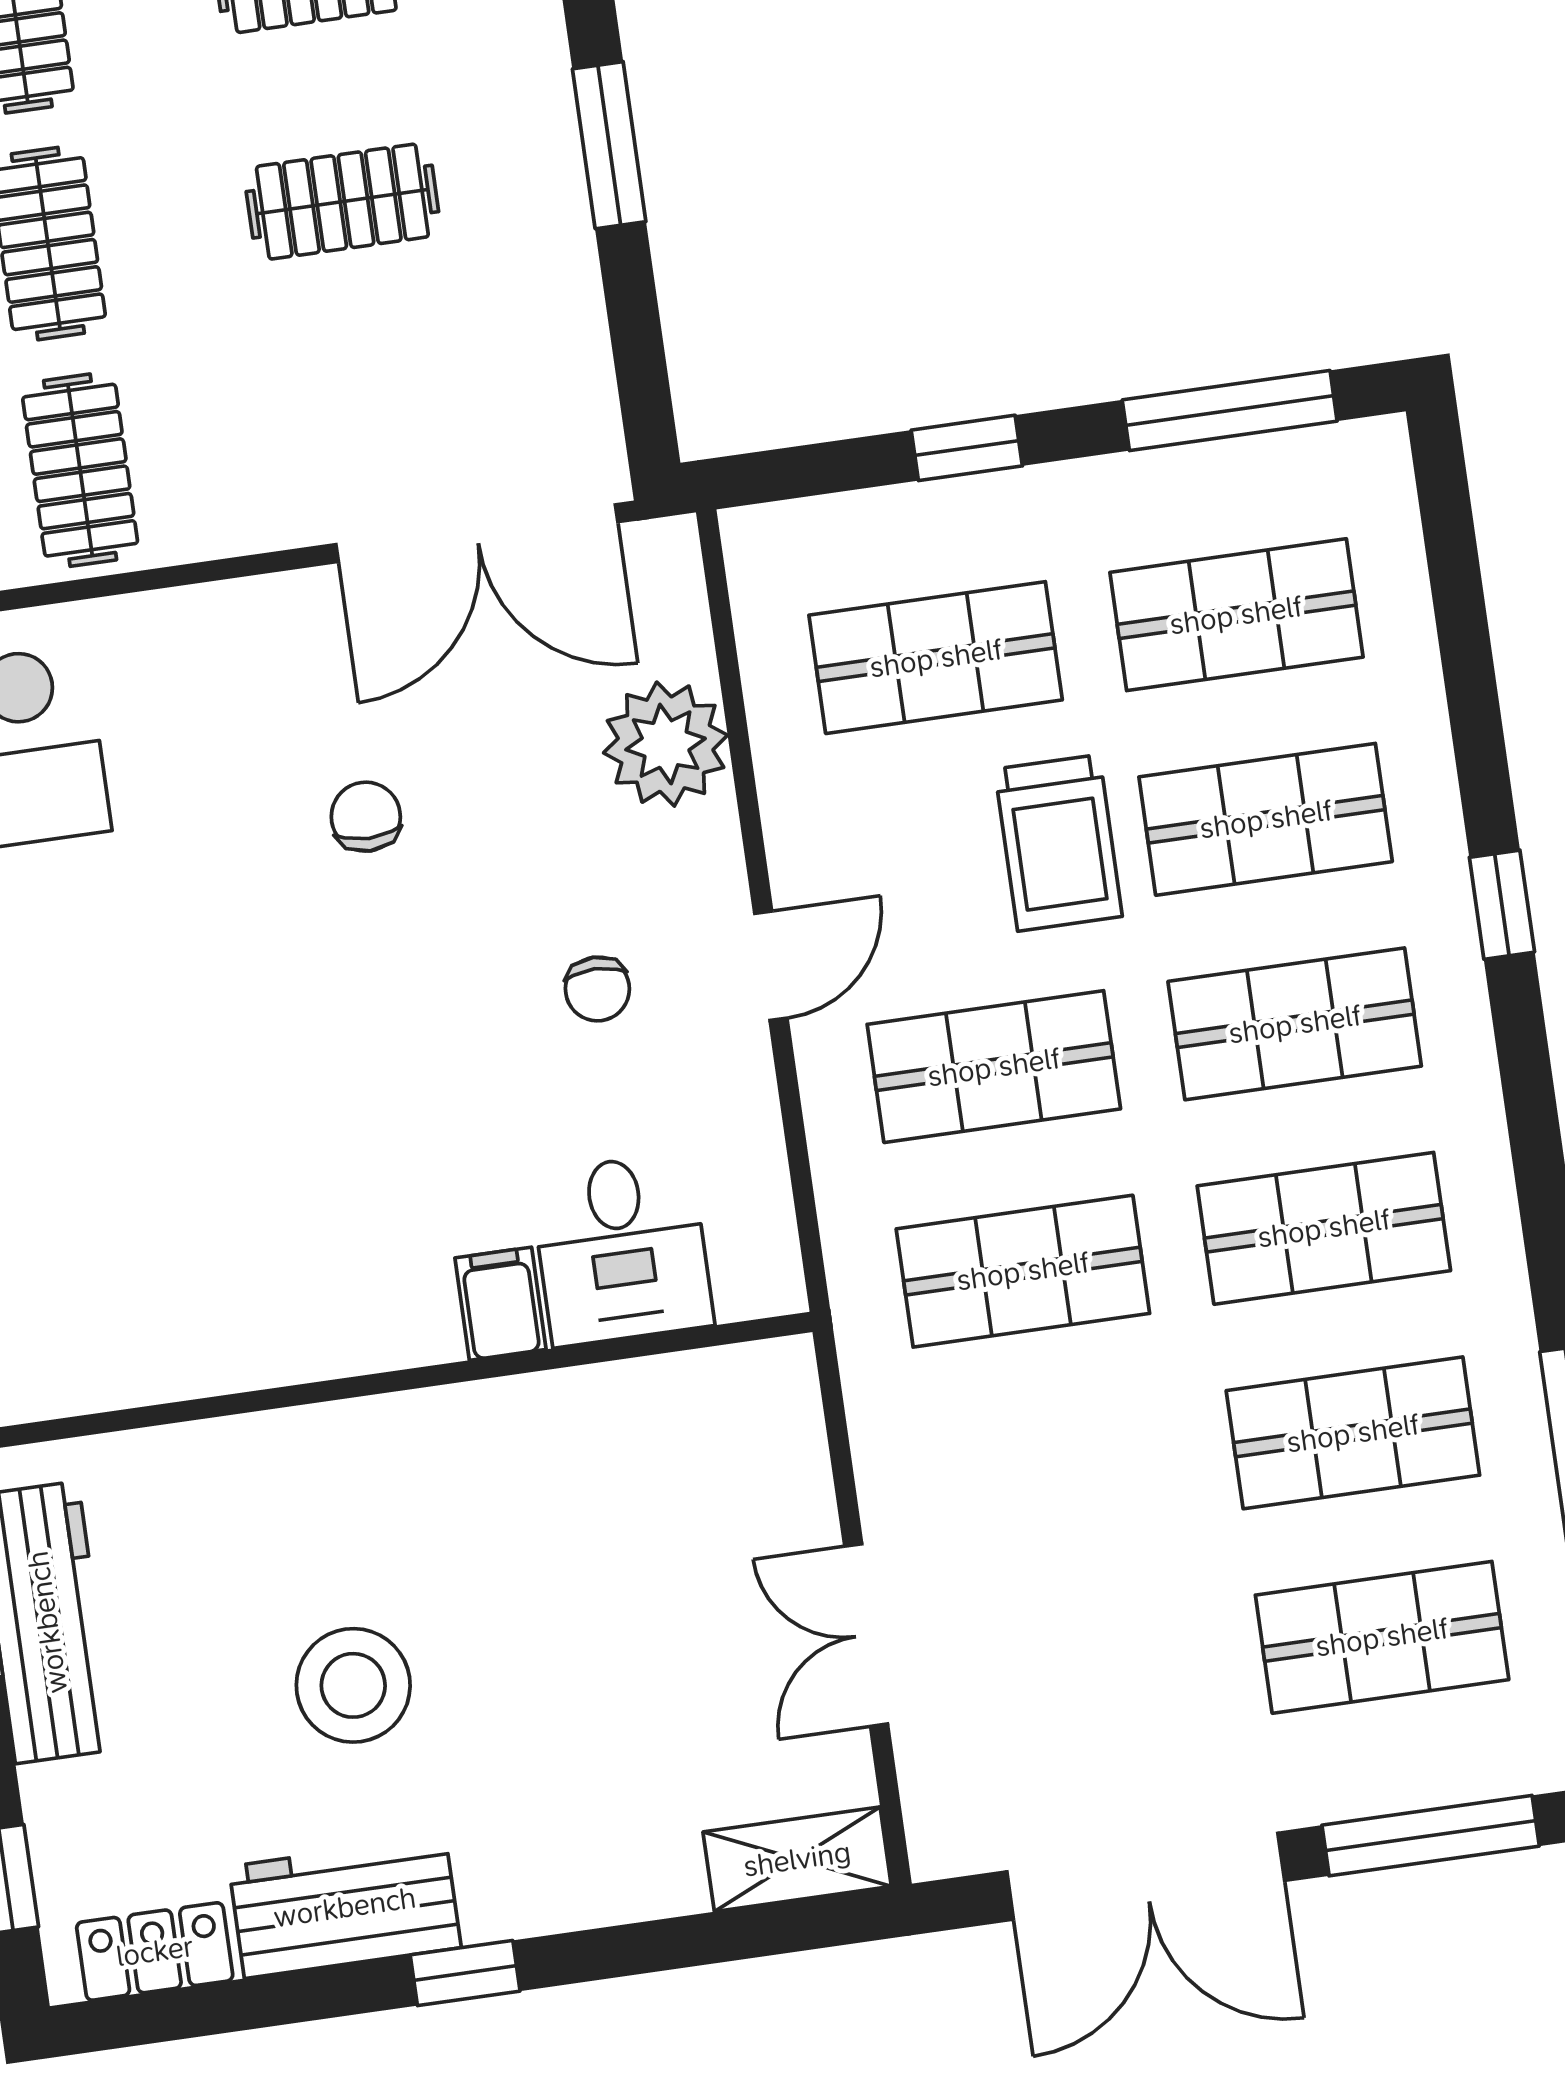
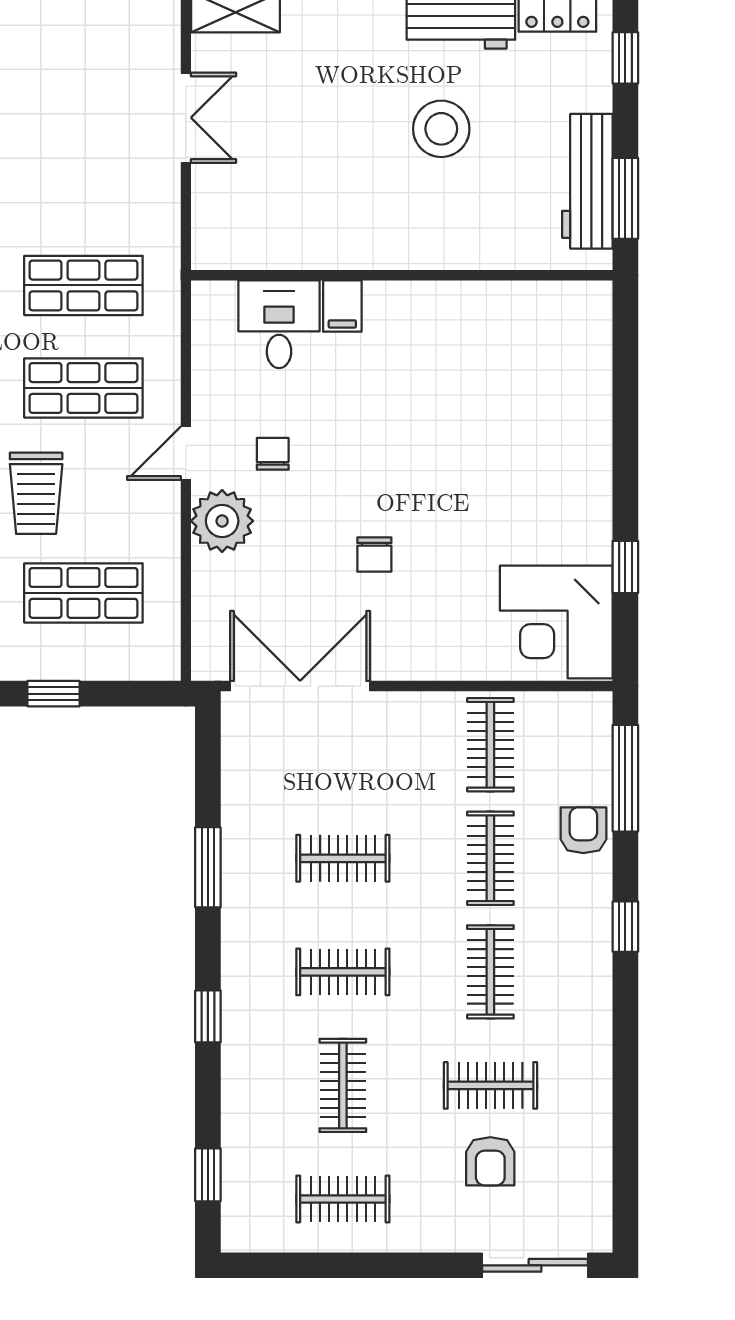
plant: (666, 744) -> (222, 521), moved
trolley: (1058, 843) -> (36, 493), turned 180

